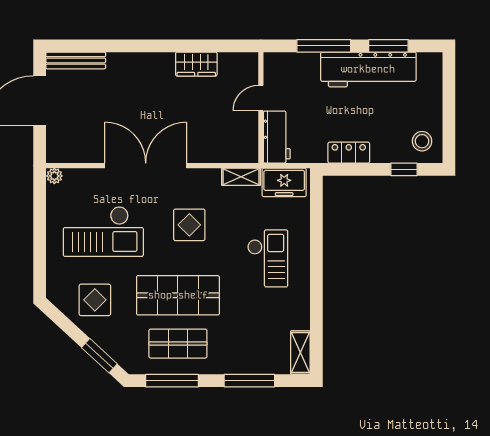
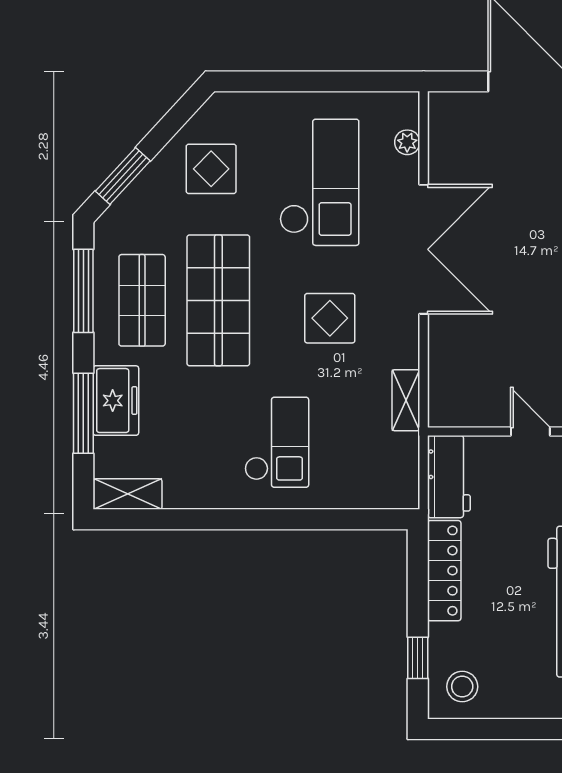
workbench: (277, 137) -> (449, 477), moved, turned -90
locker: (349, 153) -> (444, 571), width x1.53
plant: (54, 176) -> (407, 142), moved
freezer: (284, 182) -> (116, 401), moved, turned 180
checkout: (103, 232) -> (319, 182), turned 180
checkout: (268, 258) -> (277, 442), turned -90

